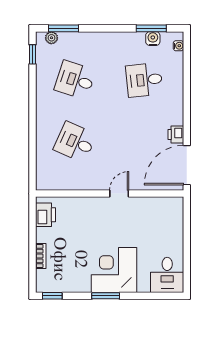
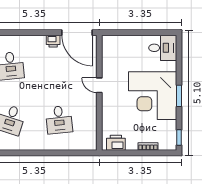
desk: (75, 142) -> (59, 120), turned -30
corner desk: (114, 270) -> (153, 96), width x1.36, depth x1.36

